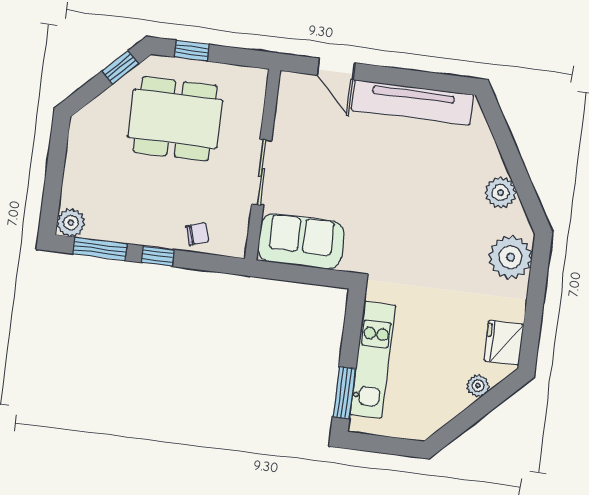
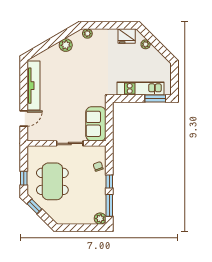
plant: (510, 257) -> (87, 34), width x0.53, depth x0.53

